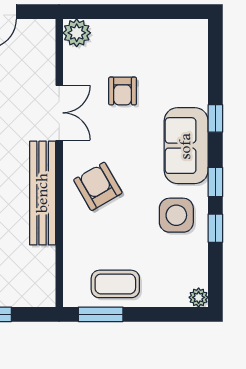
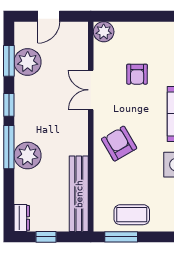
double door: (59, 113) -> (91, 90), swing flipped
bench: (43, 193) -> (79, 194), moved

